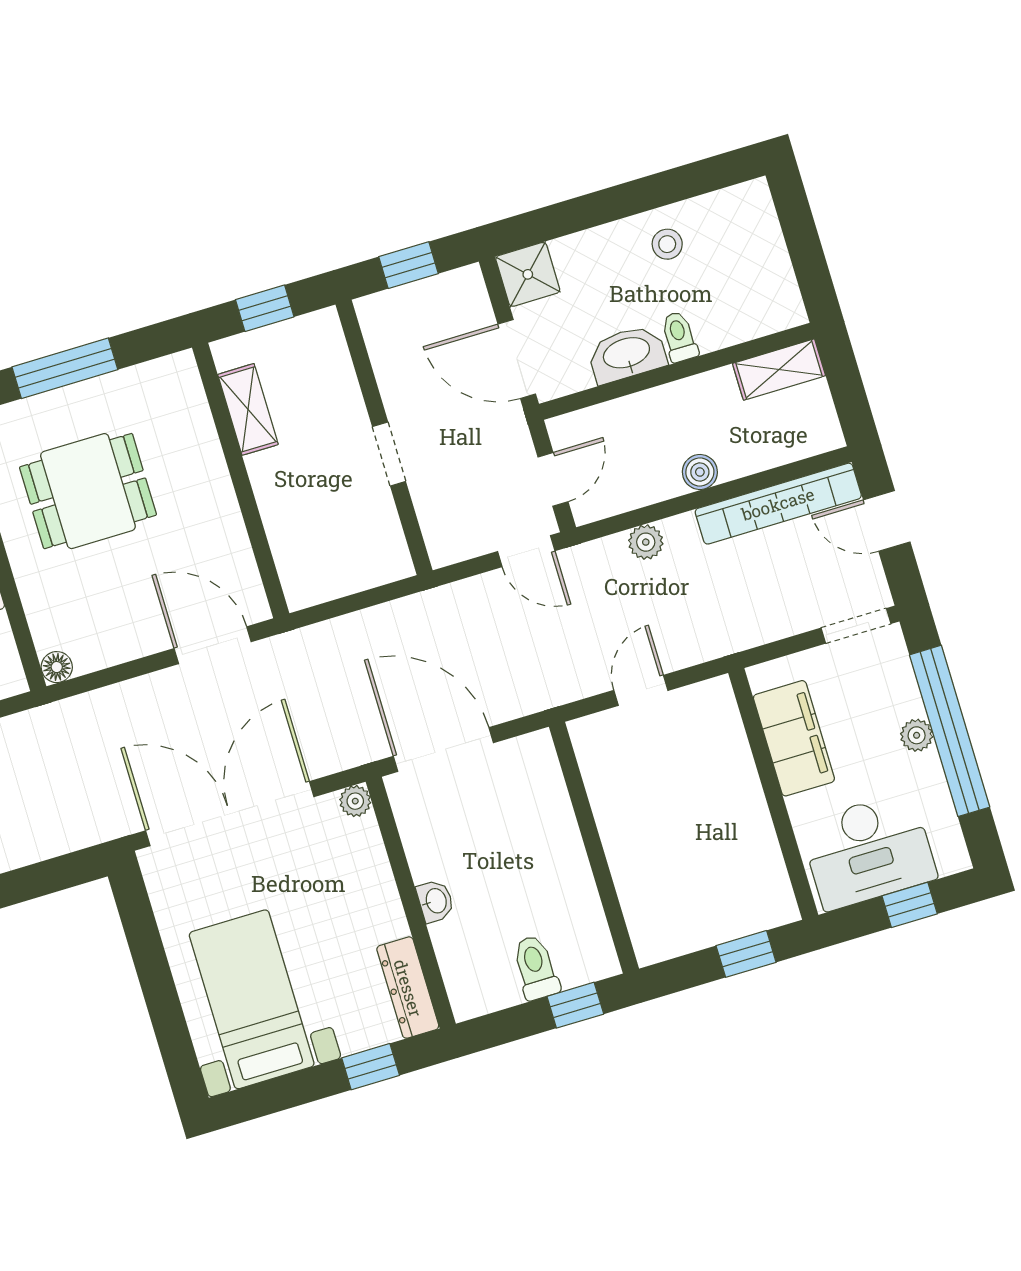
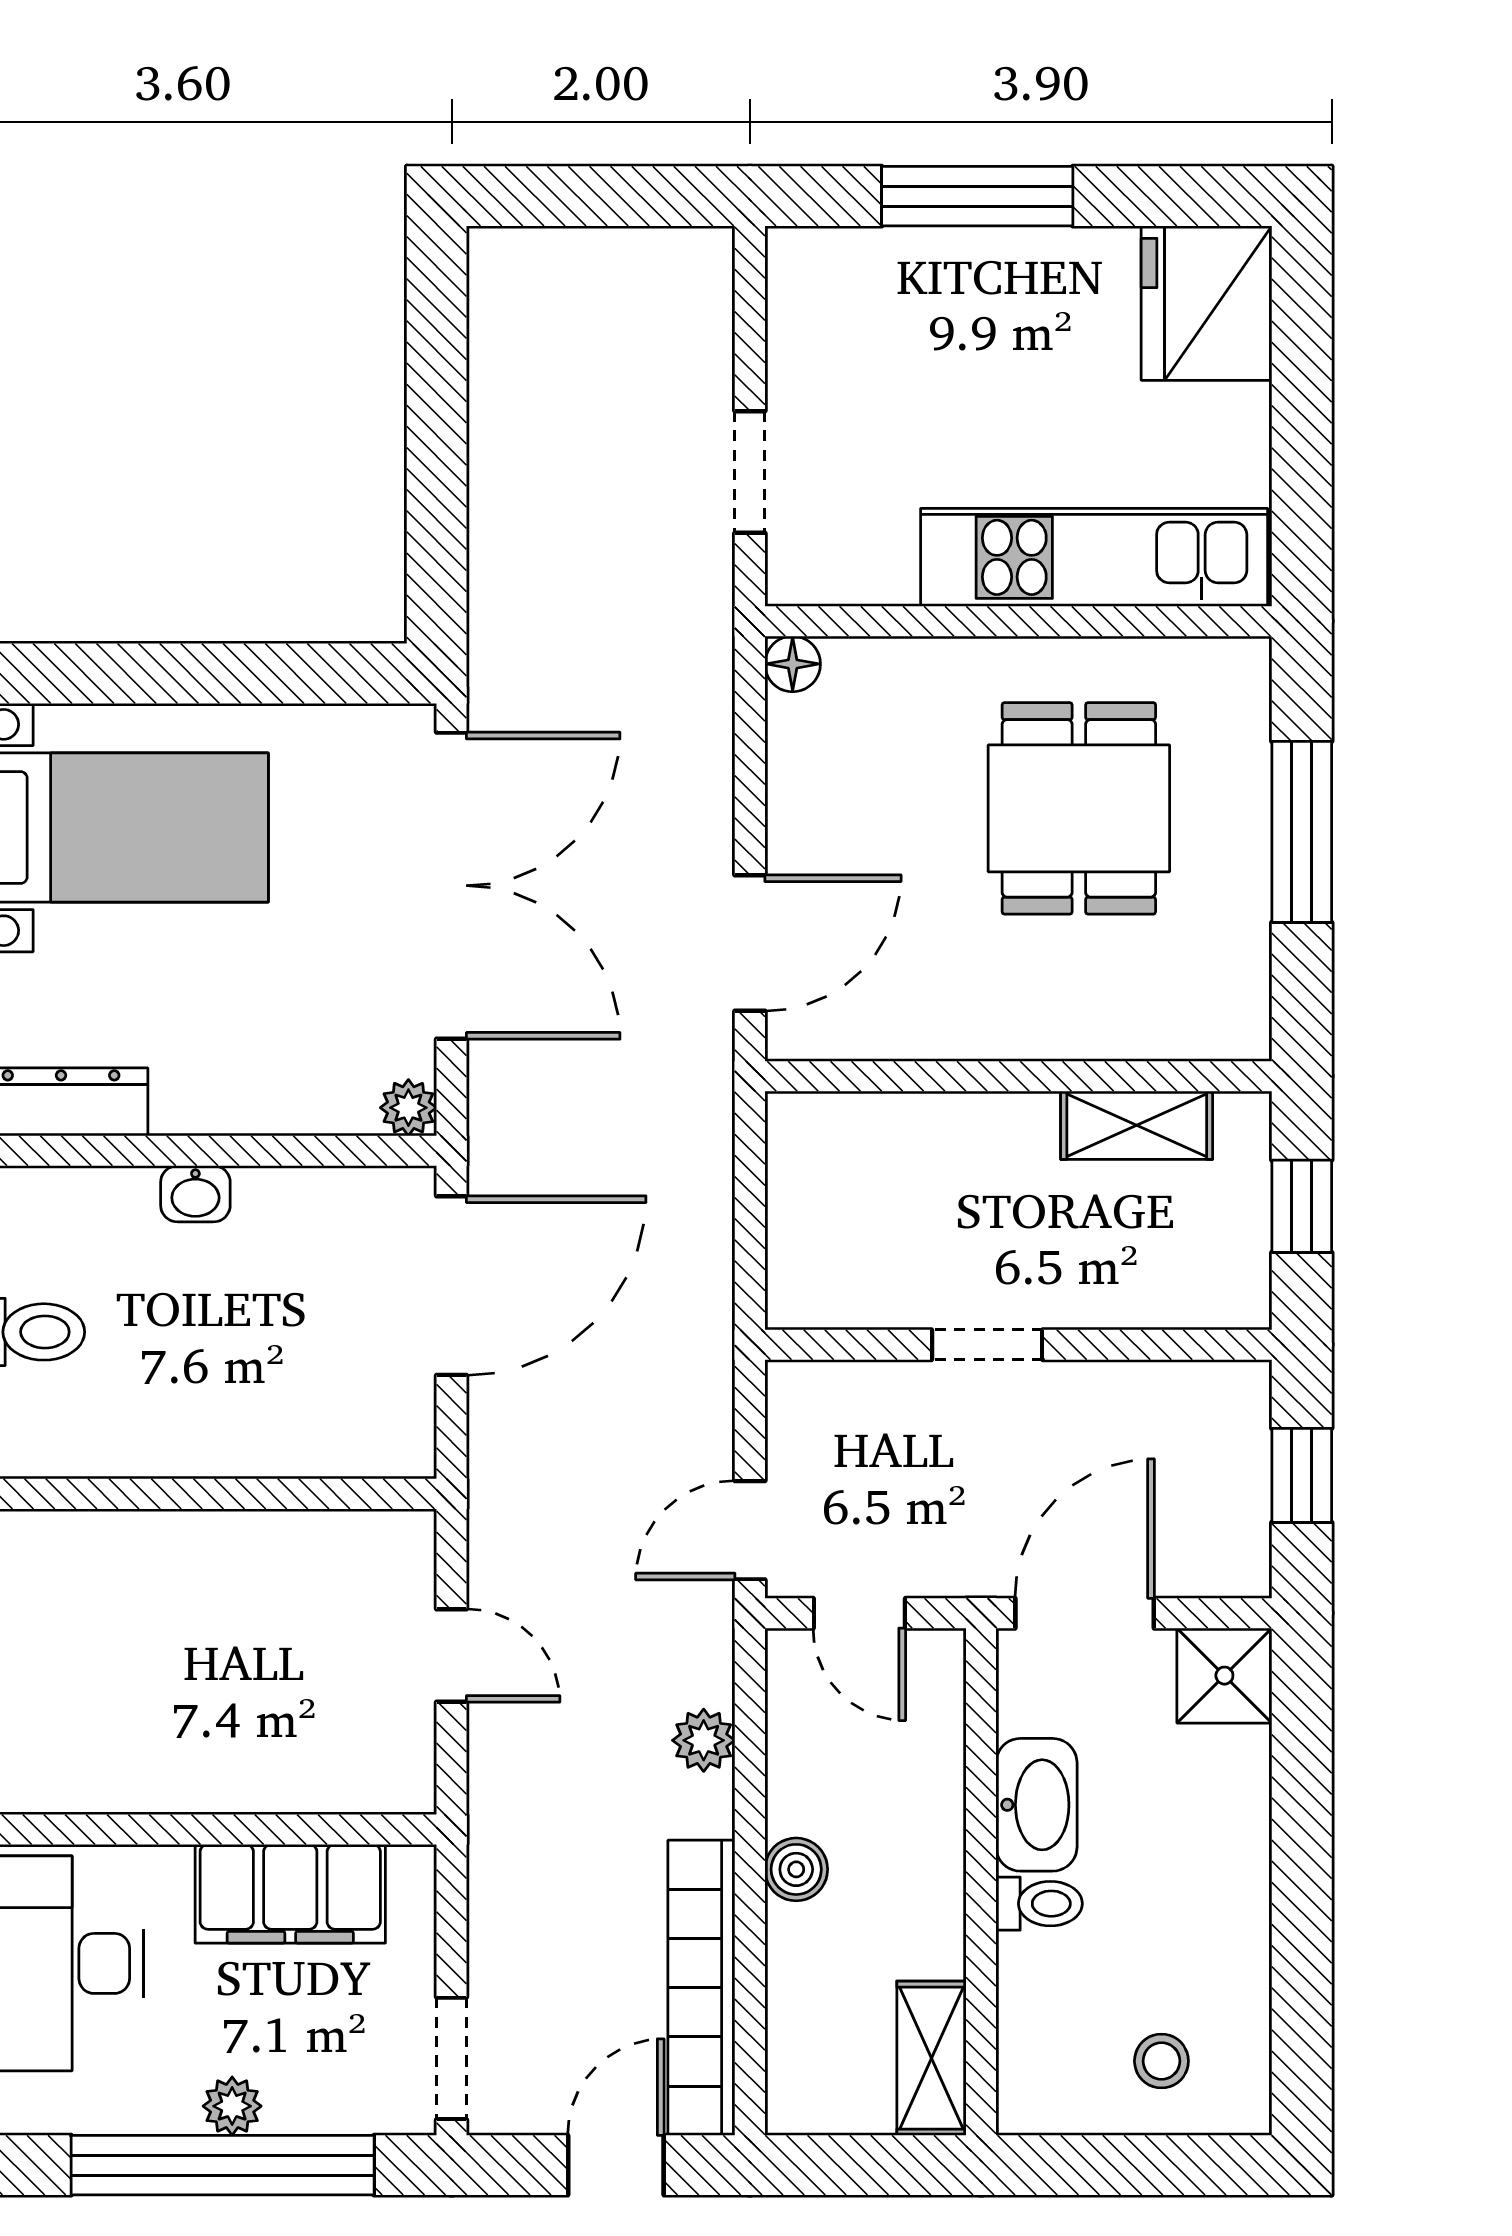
stool: (667, 244) -> (1161, 2061), moved

